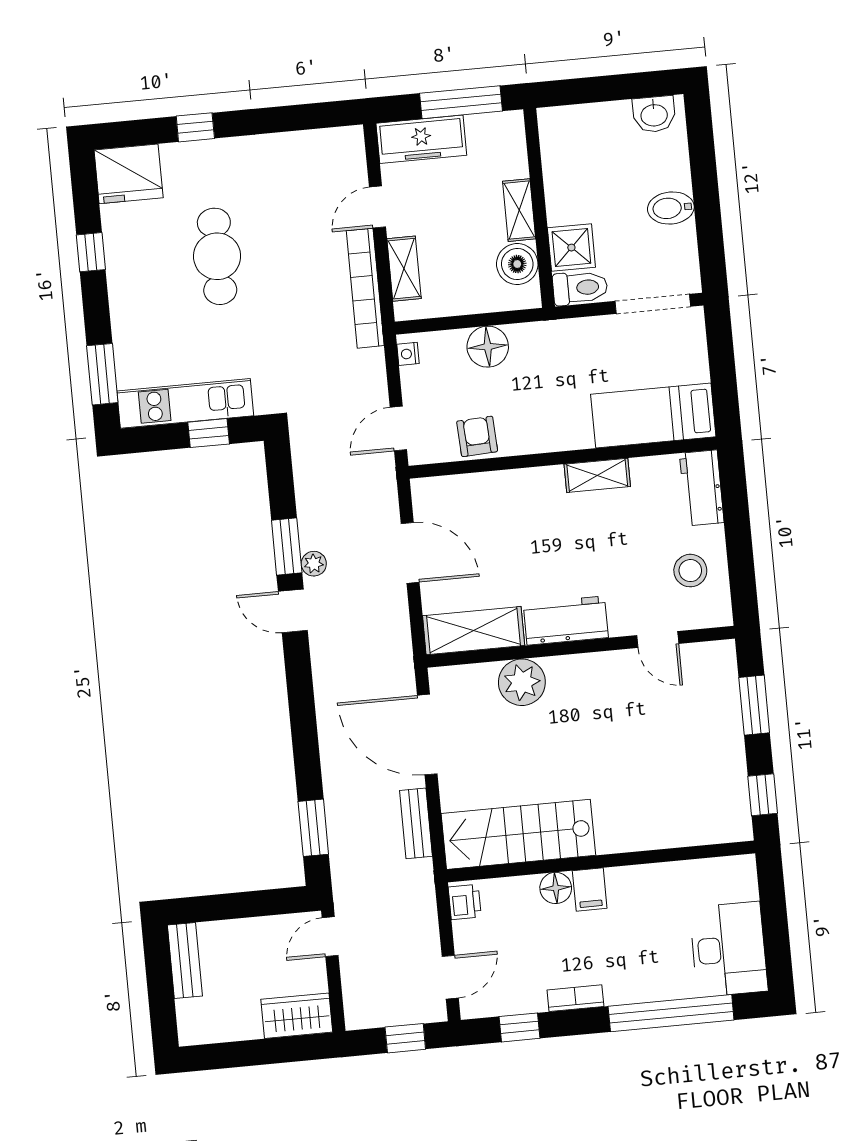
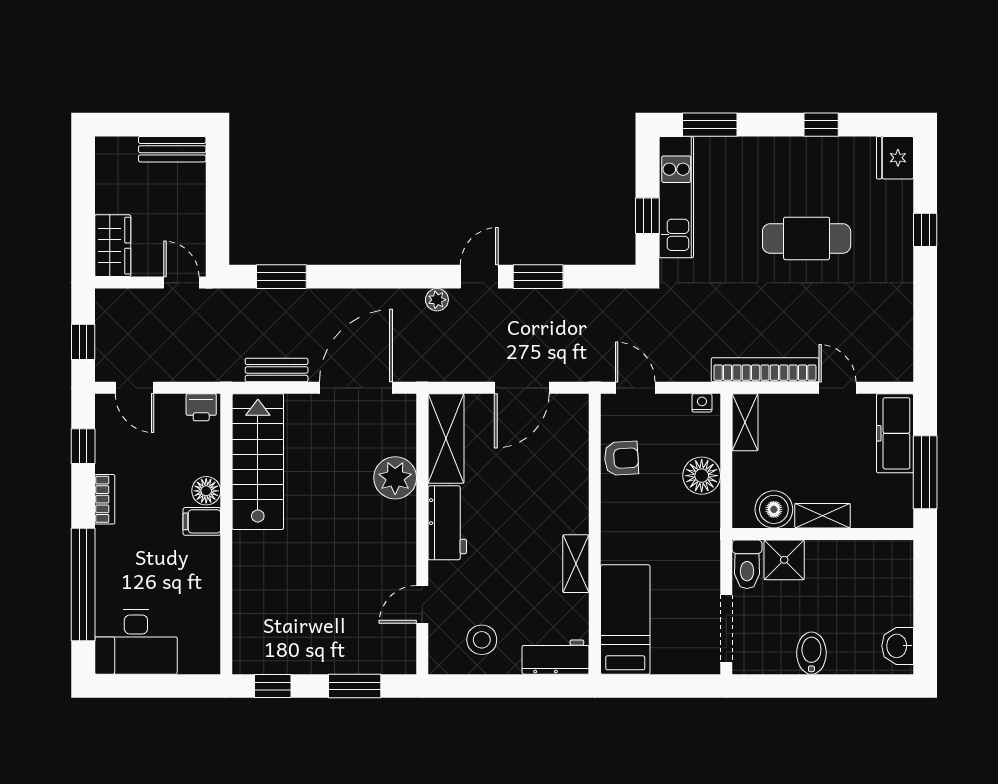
fridge: (129, 174) -> (895, 158), width x0.73, depth x0.75
shelving: (404, 269) -> (745, 422), moved, turned 90
plant: (314, 564) -> (437, 300), moved

